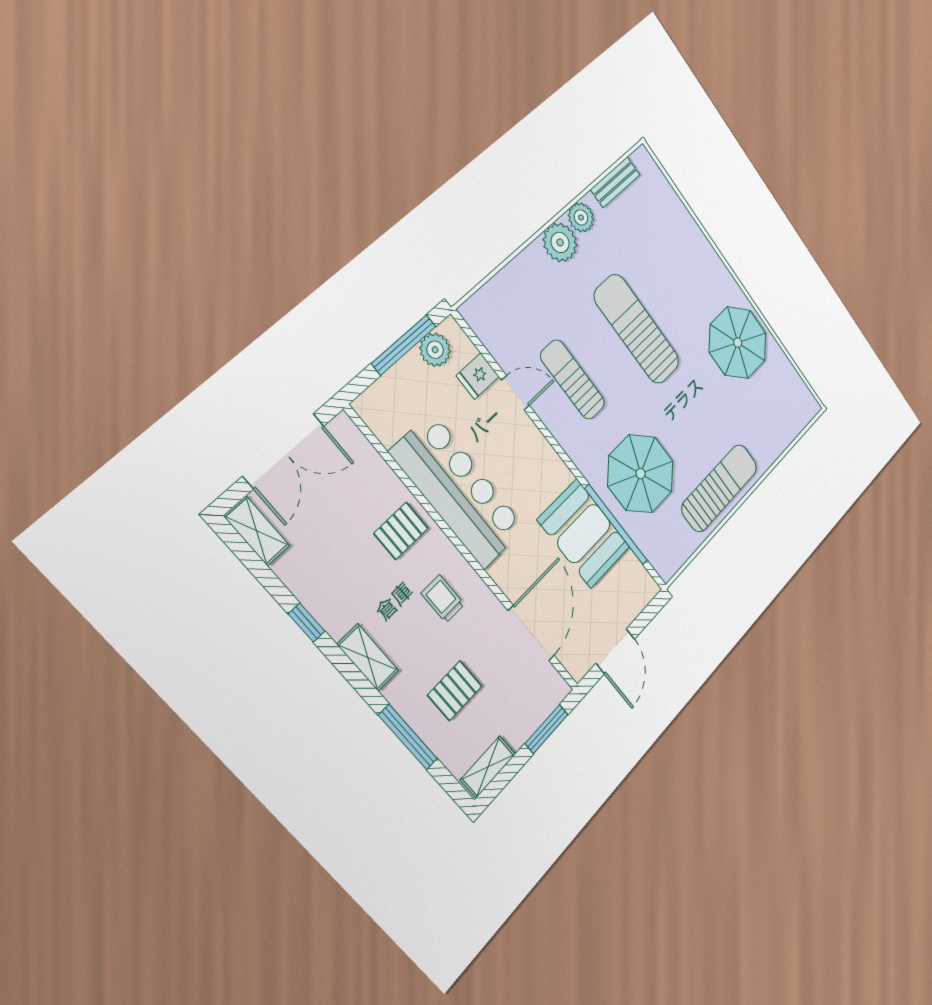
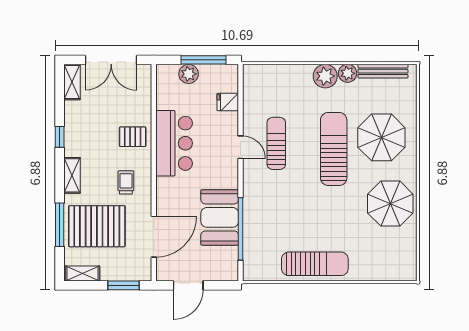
bench: (615, 182) -> (383, 71), width x1.36
plant: (435, 350) -> (189, 74), moved
door: (515, 393) -> (240, 147), moved
parasol: (641, 474) -> (381, 137), moved
bar counter: (458, 491) -> (174, 143), width x0.73
pallet: (455, 691) -> (97, 226), width x2.05, depth x2.00

